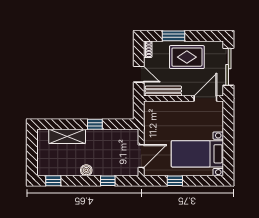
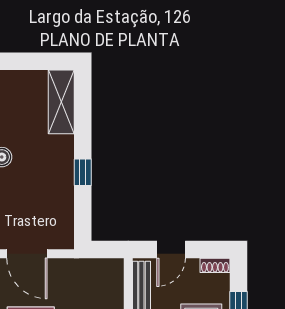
shelving: (67, 136) -> (61, 102), moved

